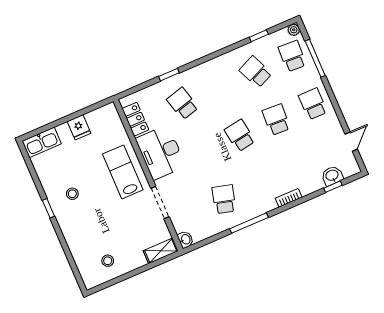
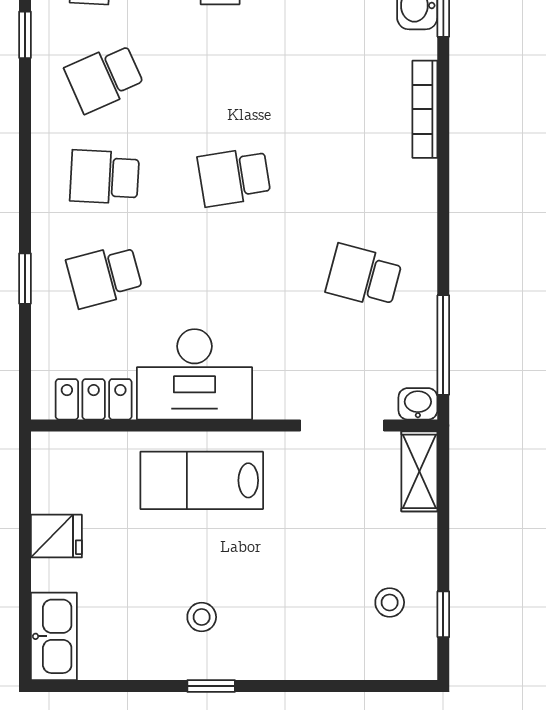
school desk: (276, 120) -> (104, 177), moved
bookcase: (289, 198) -> (425, 109), width x1.56
doorway: (160, 202) -> (342, 426), moved
window: (249, 223) -> (443, 345), moved
window: (112, 282) -> (443, 614), added

